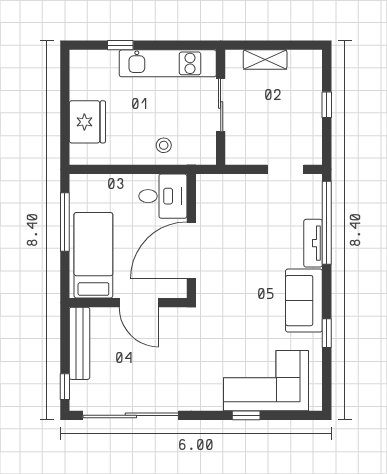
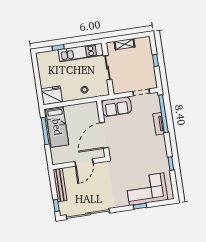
fridge: (87, 122) -> (52, 95), moved, turned -90
desk: (163, 196) -> (88, 113), removed
bed: (93, 255) -> (57, 127), moved, turned 180
sofa: (304, 301) -> (116, 107), moved, turned -90
door: (139, 303) -> (84, 162), hinge flipped

